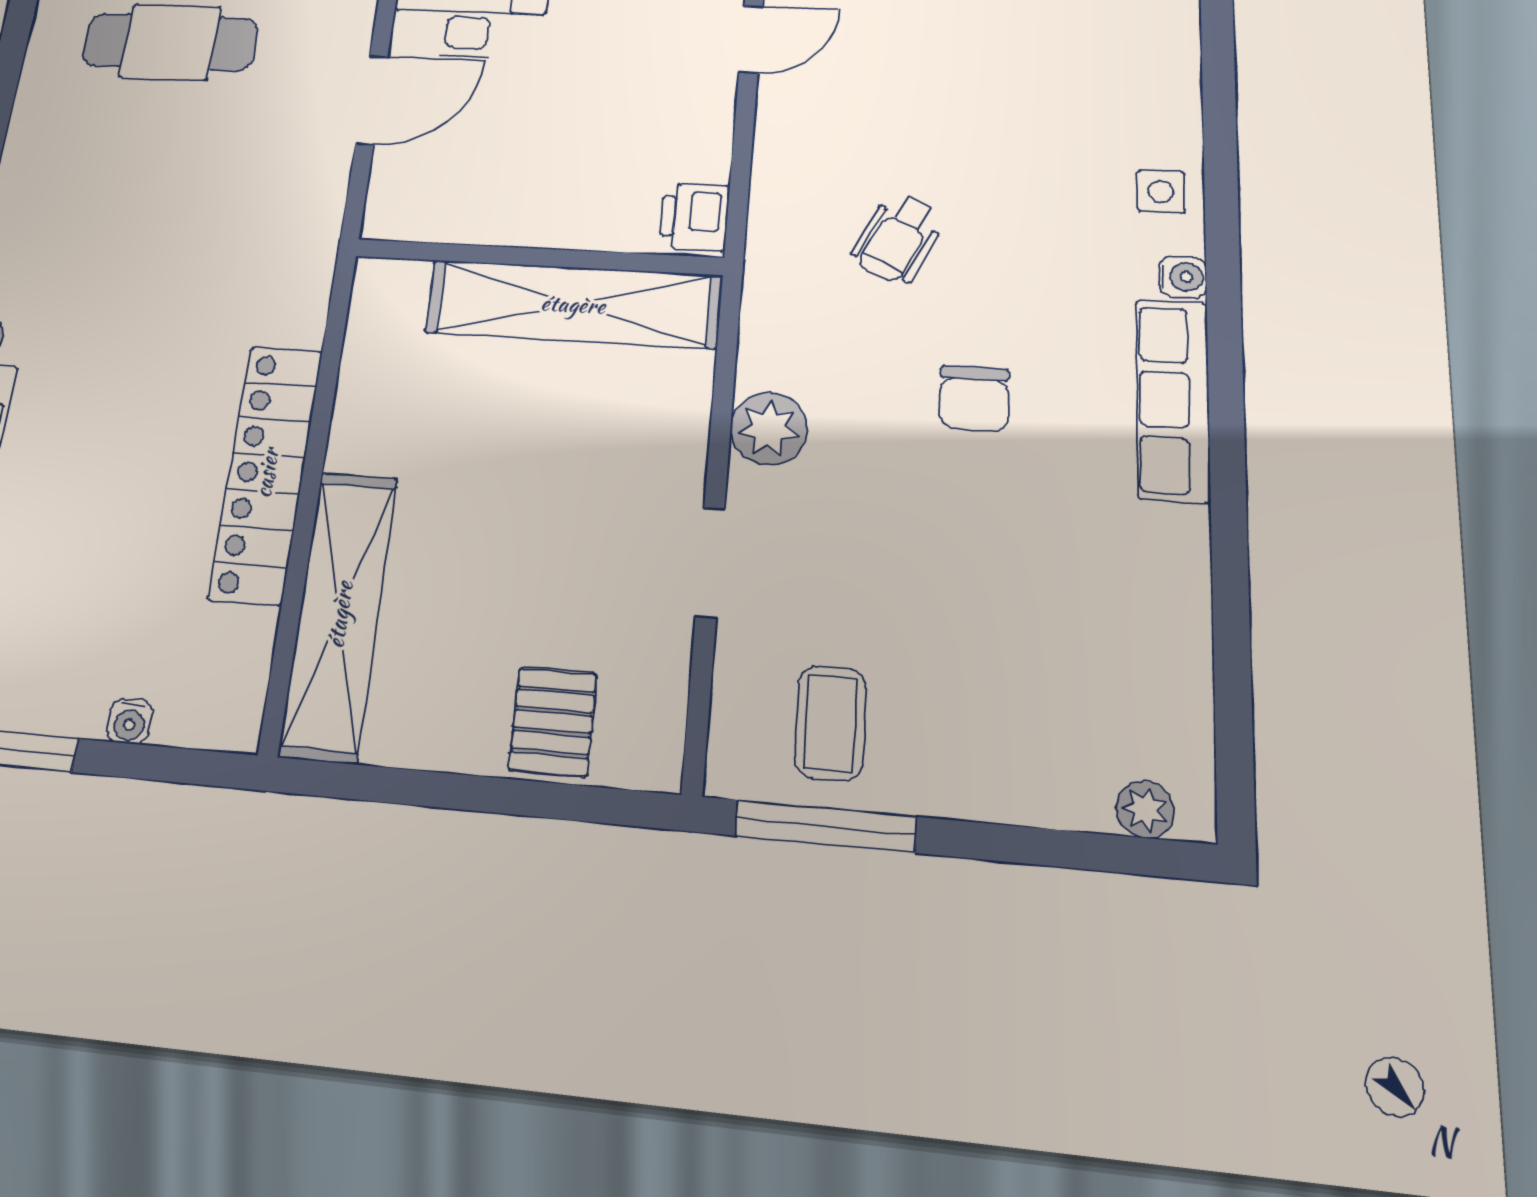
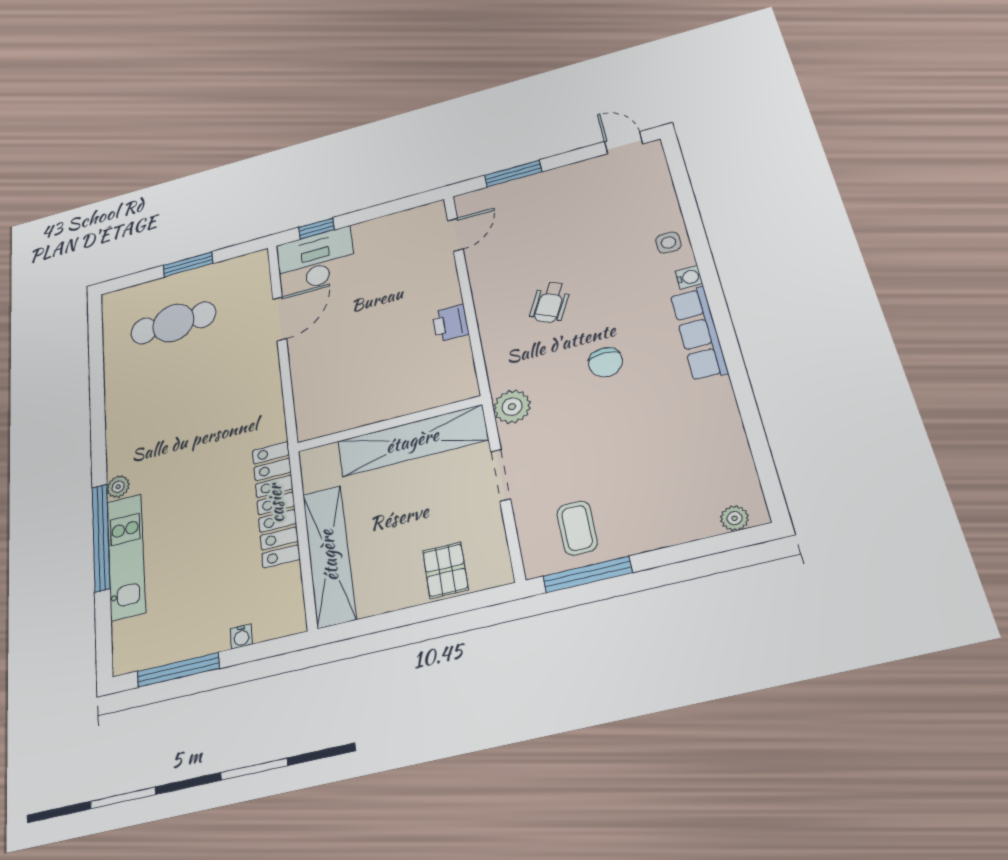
wall: (538, 257) -> (389, 424), moved
shelving: (573, 304) -> (412, 441), moved

